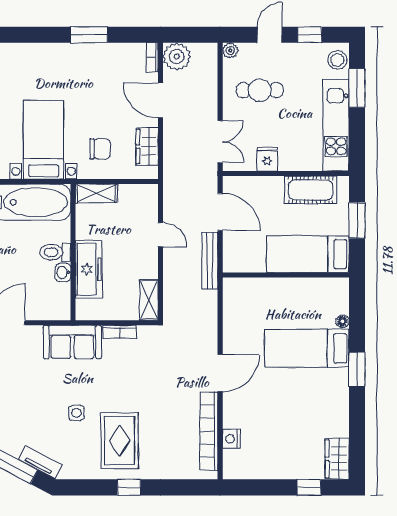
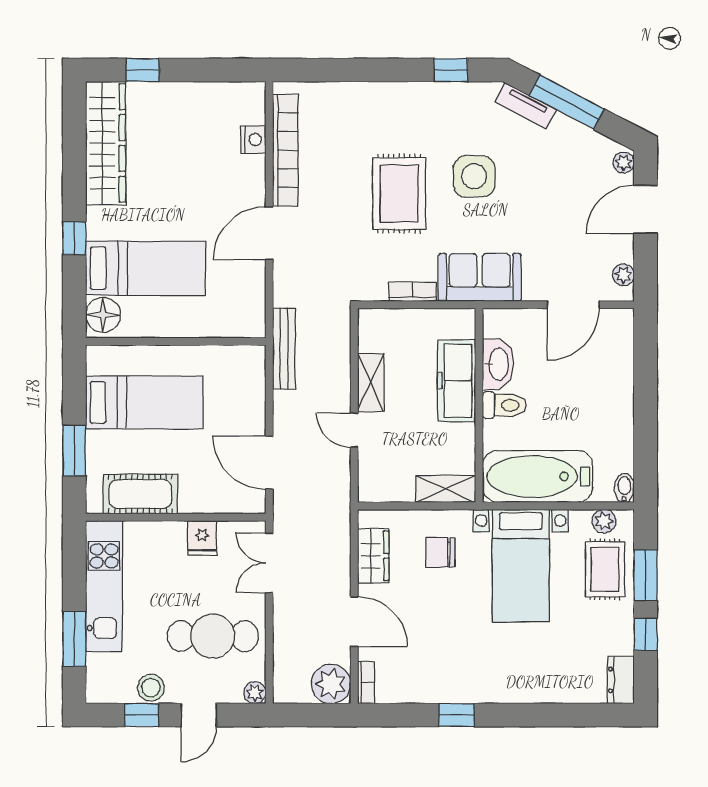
window: (89, 35) -> (456, 715), width x0.67
stool: (337, 60) -> (151, 688), moved
cafe table: (260, 90) -> (213, 636), width x1.37, depth x1.35
bench: (210, 261) -> (284, 348), moved
washbasin: (63, 272) -> (498, 364), width x1.91, depth x1.45
wall: (286, 275) -> (176, 342), moved
shelving: (149, 300) -> (371, 382), moved
floor lamp: (342, 321) -> (103, 315), width x1.89, depth x1.89
window: (357, 369) -> (74, 238), width x0.67
side table: (76, 413) -> (474, 176), width x1.87, depth x1.87
rug: (120, 441) -> (399, 194), moved
wardrobe: (337, 459) -> (106, 143), width x2.10, depth x1.17
window: (129, 487) -> (451, 70), moved

